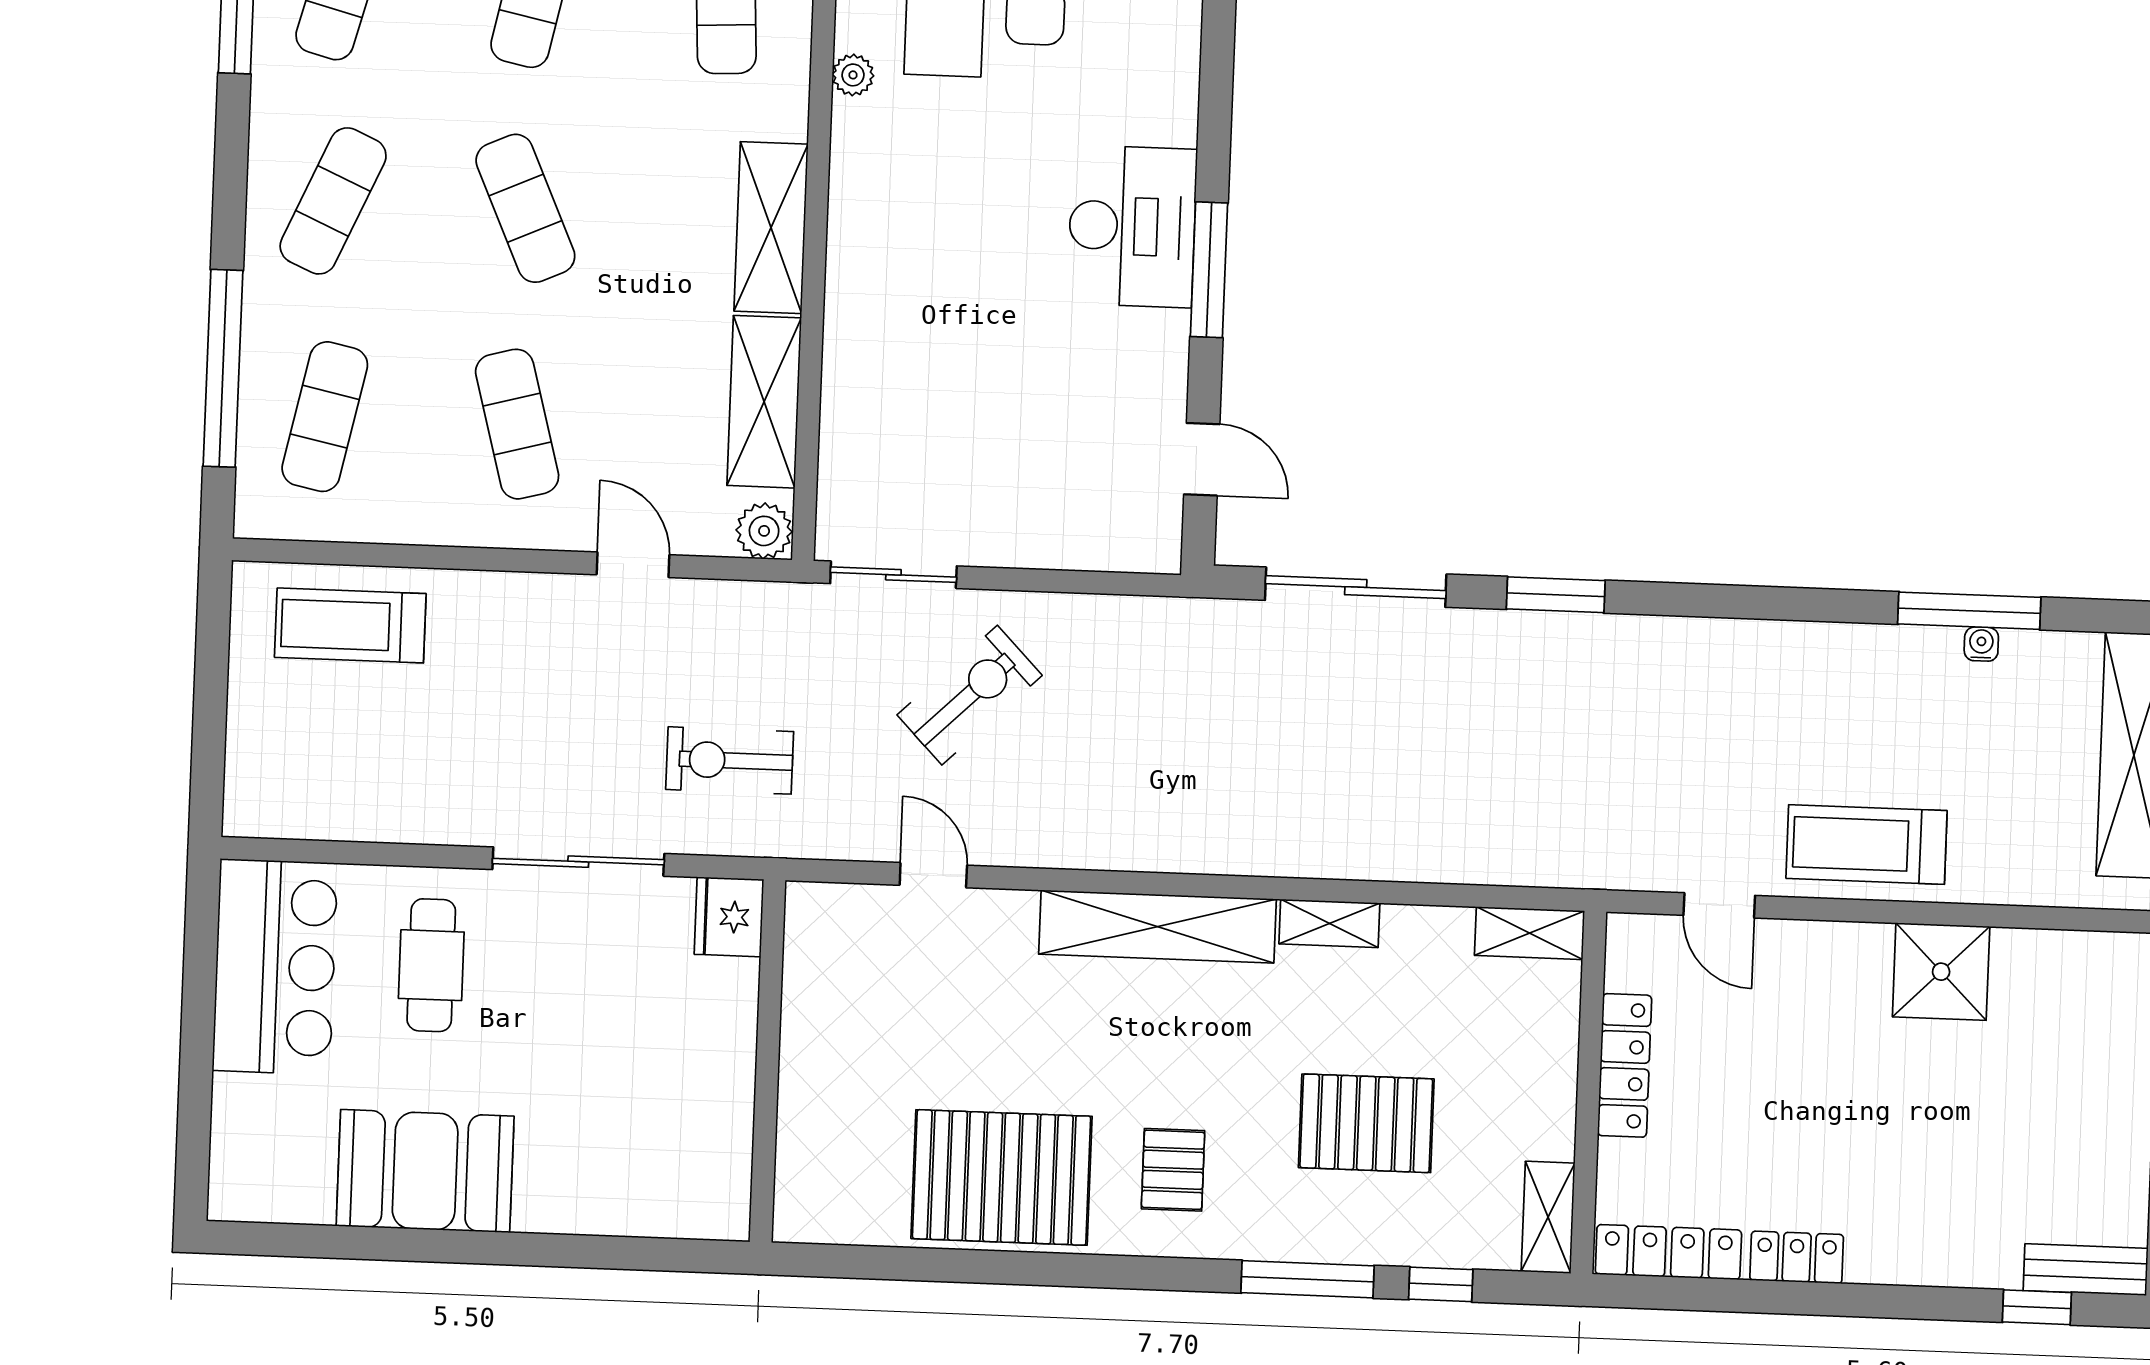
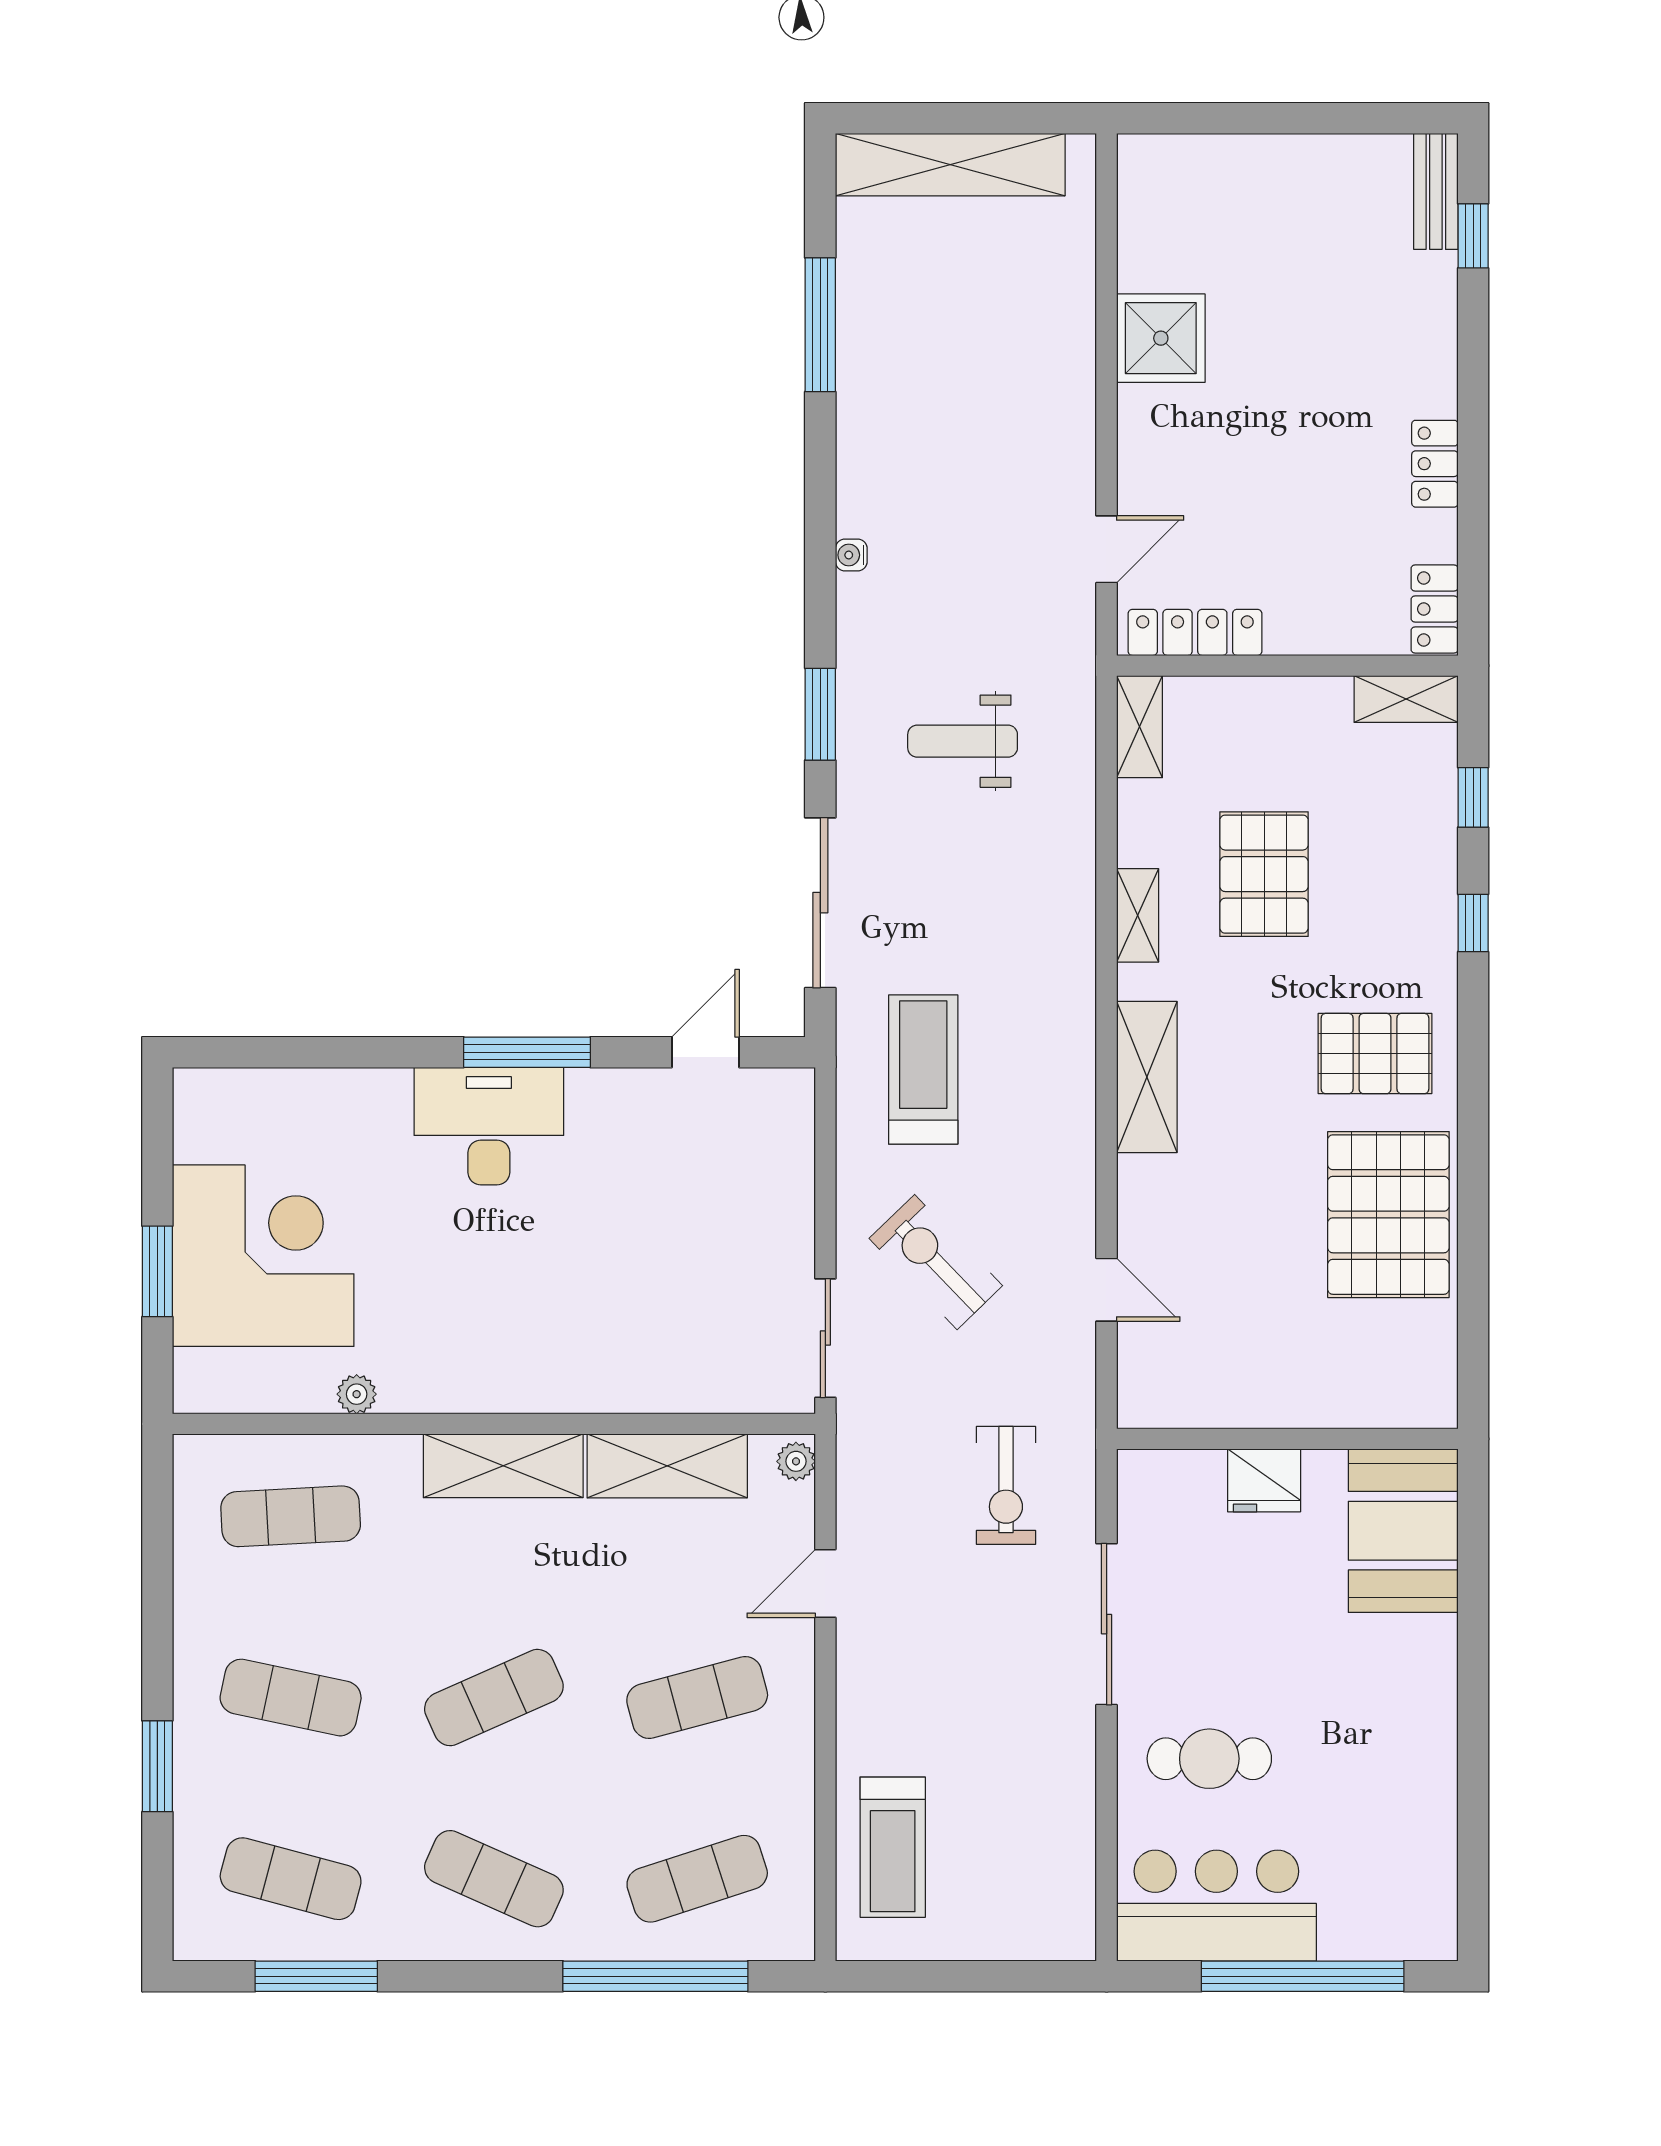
exercise mat: (325, 417) -> (697, 1879), turned -30
plant: (764, 531) -> (796, 1461), width x0.73, depth x0.73
water cooler: (1981, 644) -> (851, 555), moved
weight bench: (1521, 745) -> (963, 741), added
treadmill: (1866, 845) -> (923, 1069), moved, turned 180
door: (933, 875) -> (1107, 1290), swing flipped
fridge: (729, 917) -> (1264, 1480), moved
shelving: (1157, 927) -> (1147, 1077), width x0.68
window: (197, 1055) -> (1303, 1976), added
locker: (1625, 1065) -> (1195, 632), moved
pallet: (1366, 1123) -> (1264, 874), moved
pallet: (1173, 1170) -> (1375, 1054), width x1.50, depth x1.42
booth: (425, 1171) -> (1403, 1531), moved
locker: (1668, 1252) -> (1435, 609), width x0.66
window: (1308, 1279) -> (1473, 923), width x0.46

